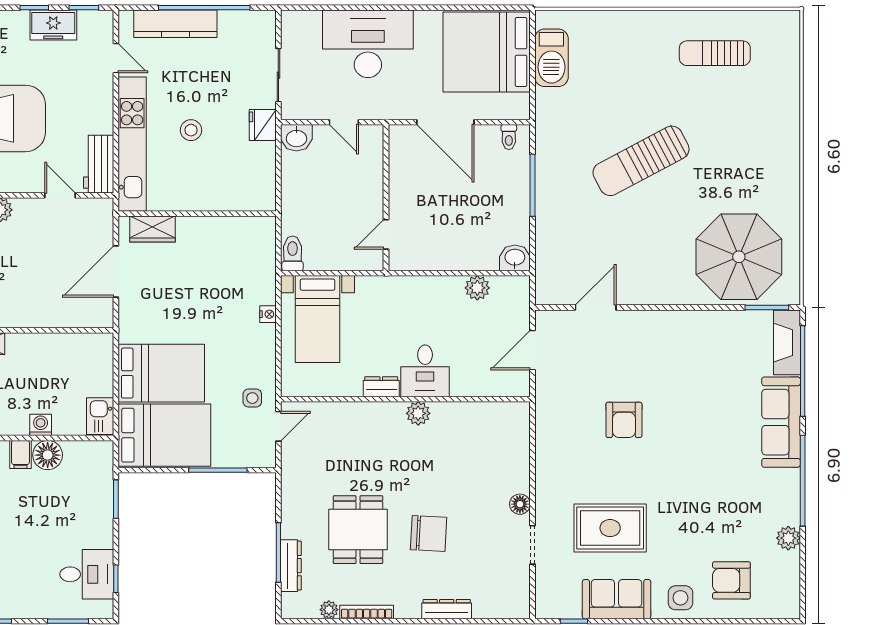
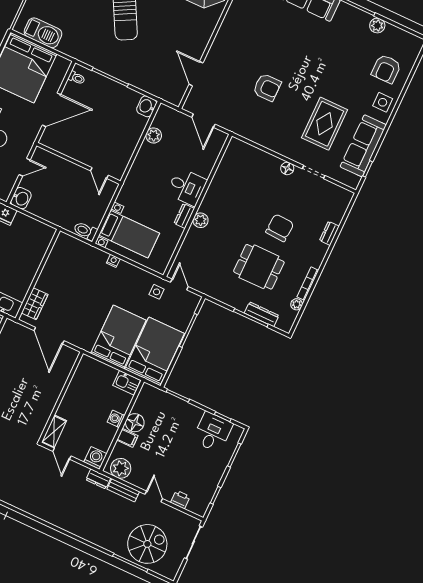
plant: (418, 413) -> (201, 220), moved
sofa: (617, 599) -> (363, 146), width x1.36
dresser: (447, 609) -> (329, 233), width x0.70

